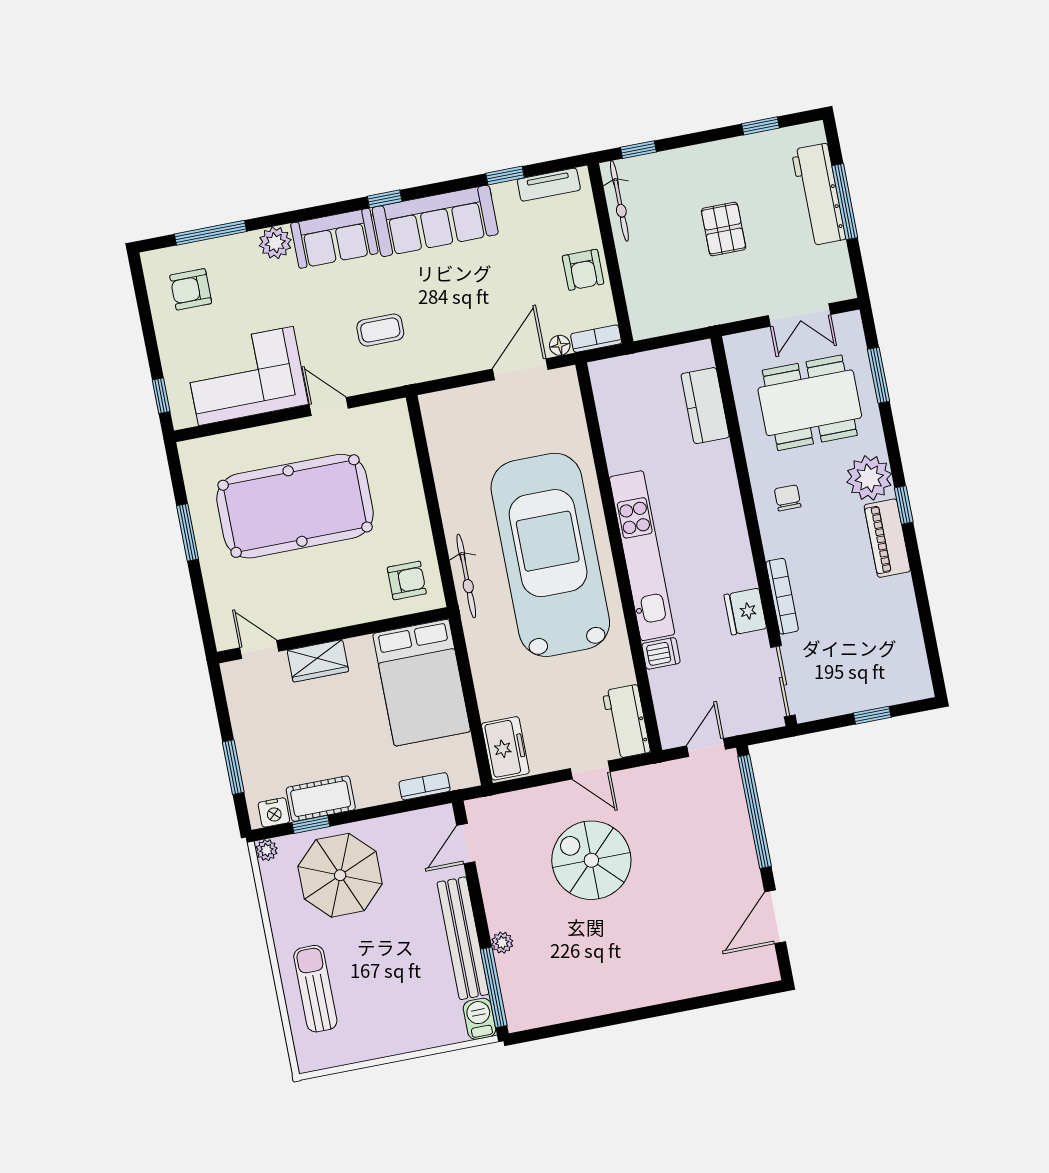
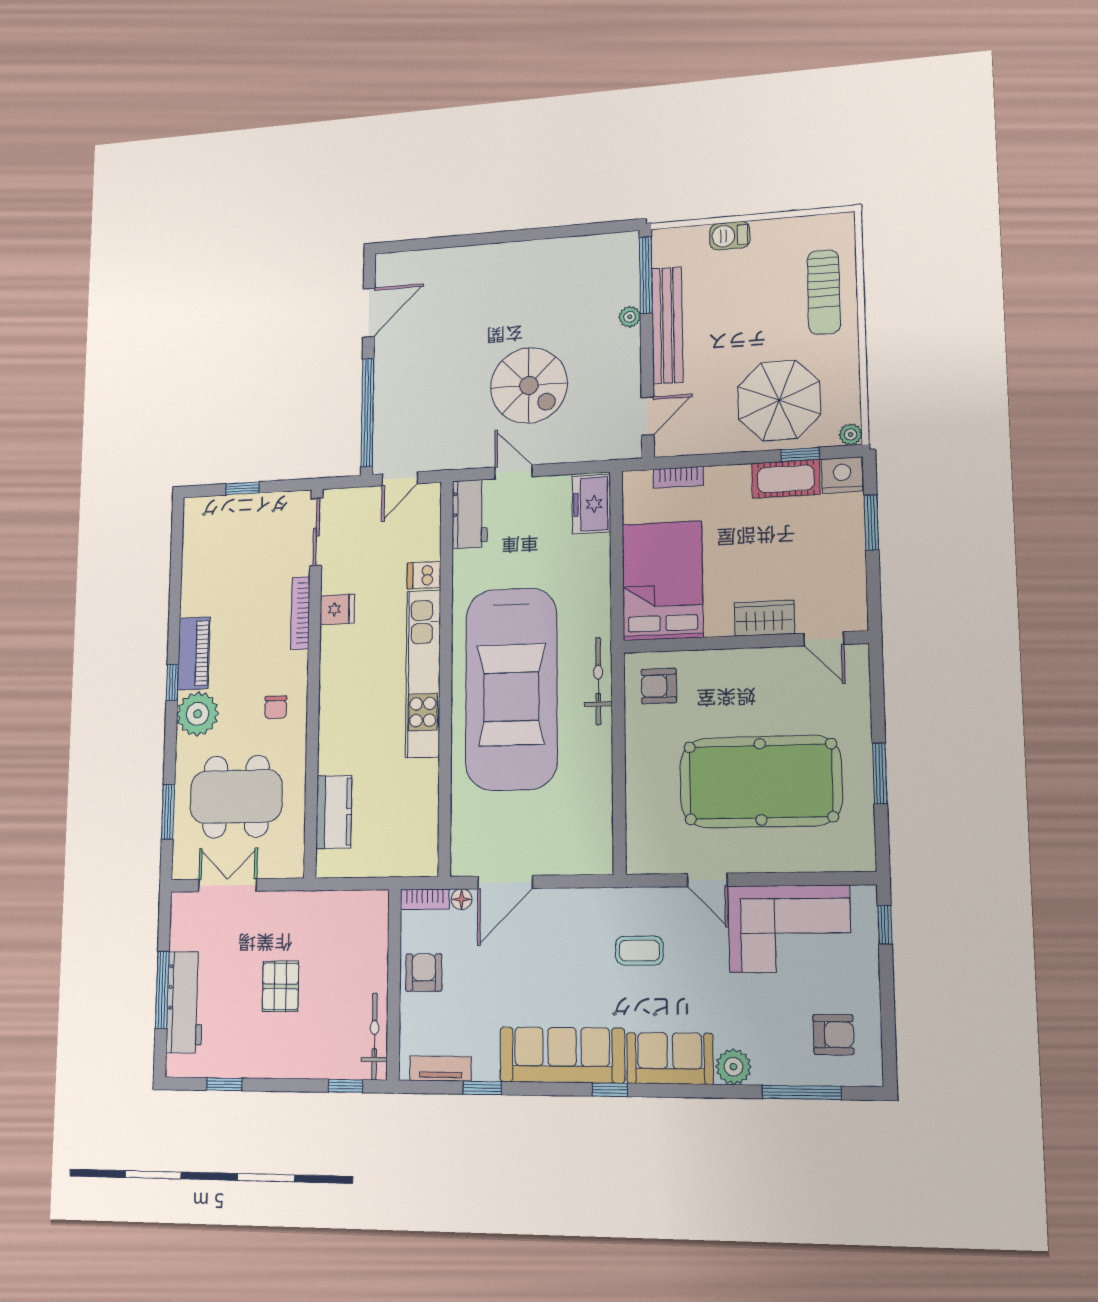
fridge: (745, 612) -> (337, 609), width x0.72
nightstand: (274, 812) -> (842, 475), width x1.36, depth x1.33
barbecue: (479, 1019) -> (730, 236), moved, turned 90

